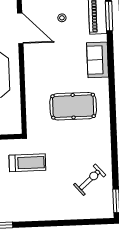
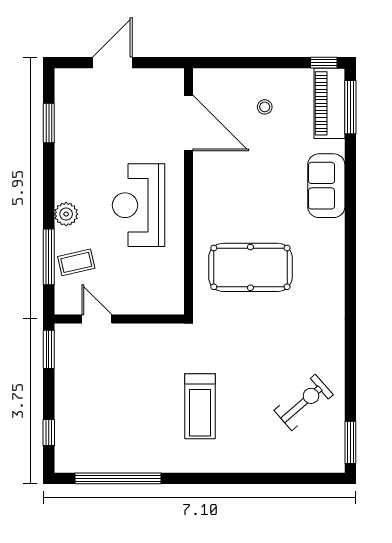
pool table: (73, 106) -> (250, 267), moved
treadmill: (27, 163) -> (200, 406), moved, turned 90

